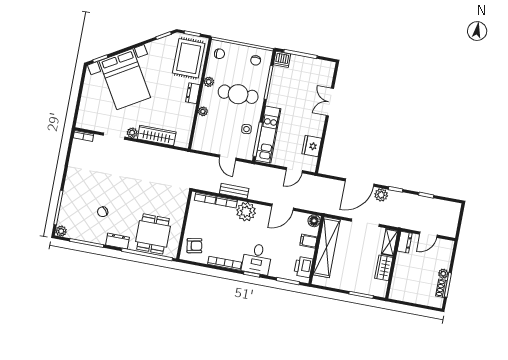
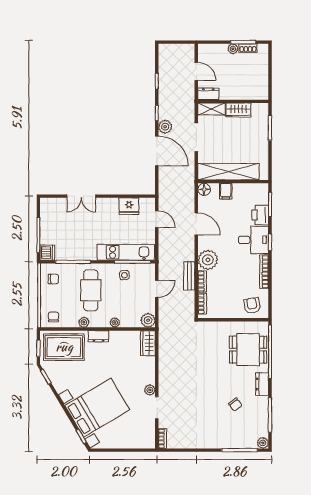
wardrobe: (157, 135) -> (148, 343), moved, width x0.67
plant: (199, 144) -> (148, 320), added
printer: (303, 267) -> (260, 215), moved, turned 90

